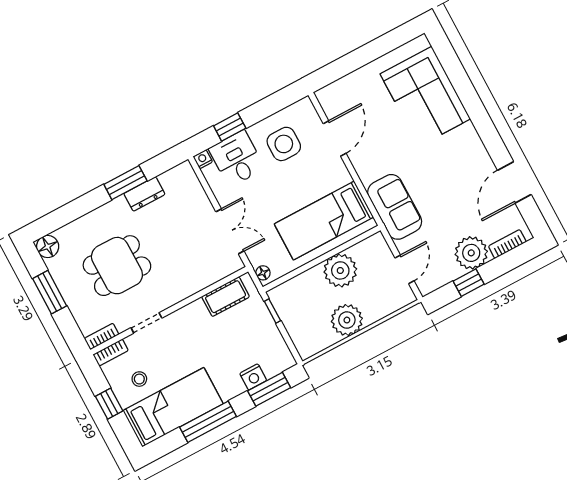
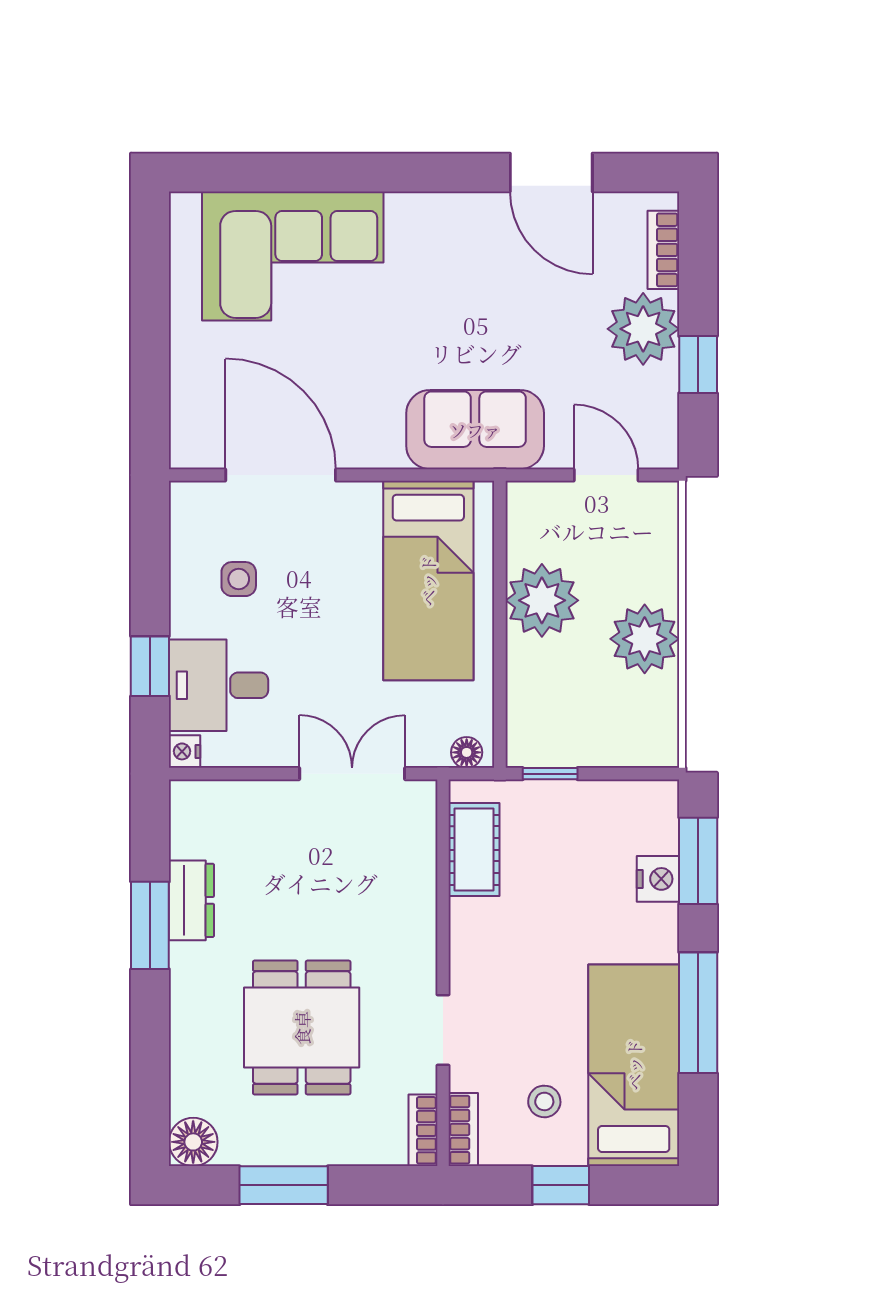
door: (335, 138) -> (281, 475), width x1.36
side table: (284, 144) -> (239, 579), width x0.54, depth x0.54

